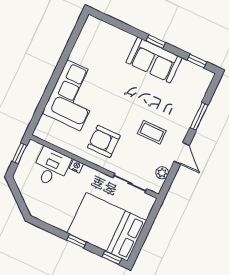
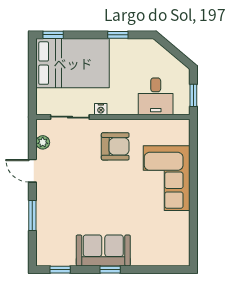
coffee table: (152, 132) -> (72, 178), removed
nightstand: (76, 166) -> (101, 109), moved
window: (77, 241) -> (118, 35), moved

